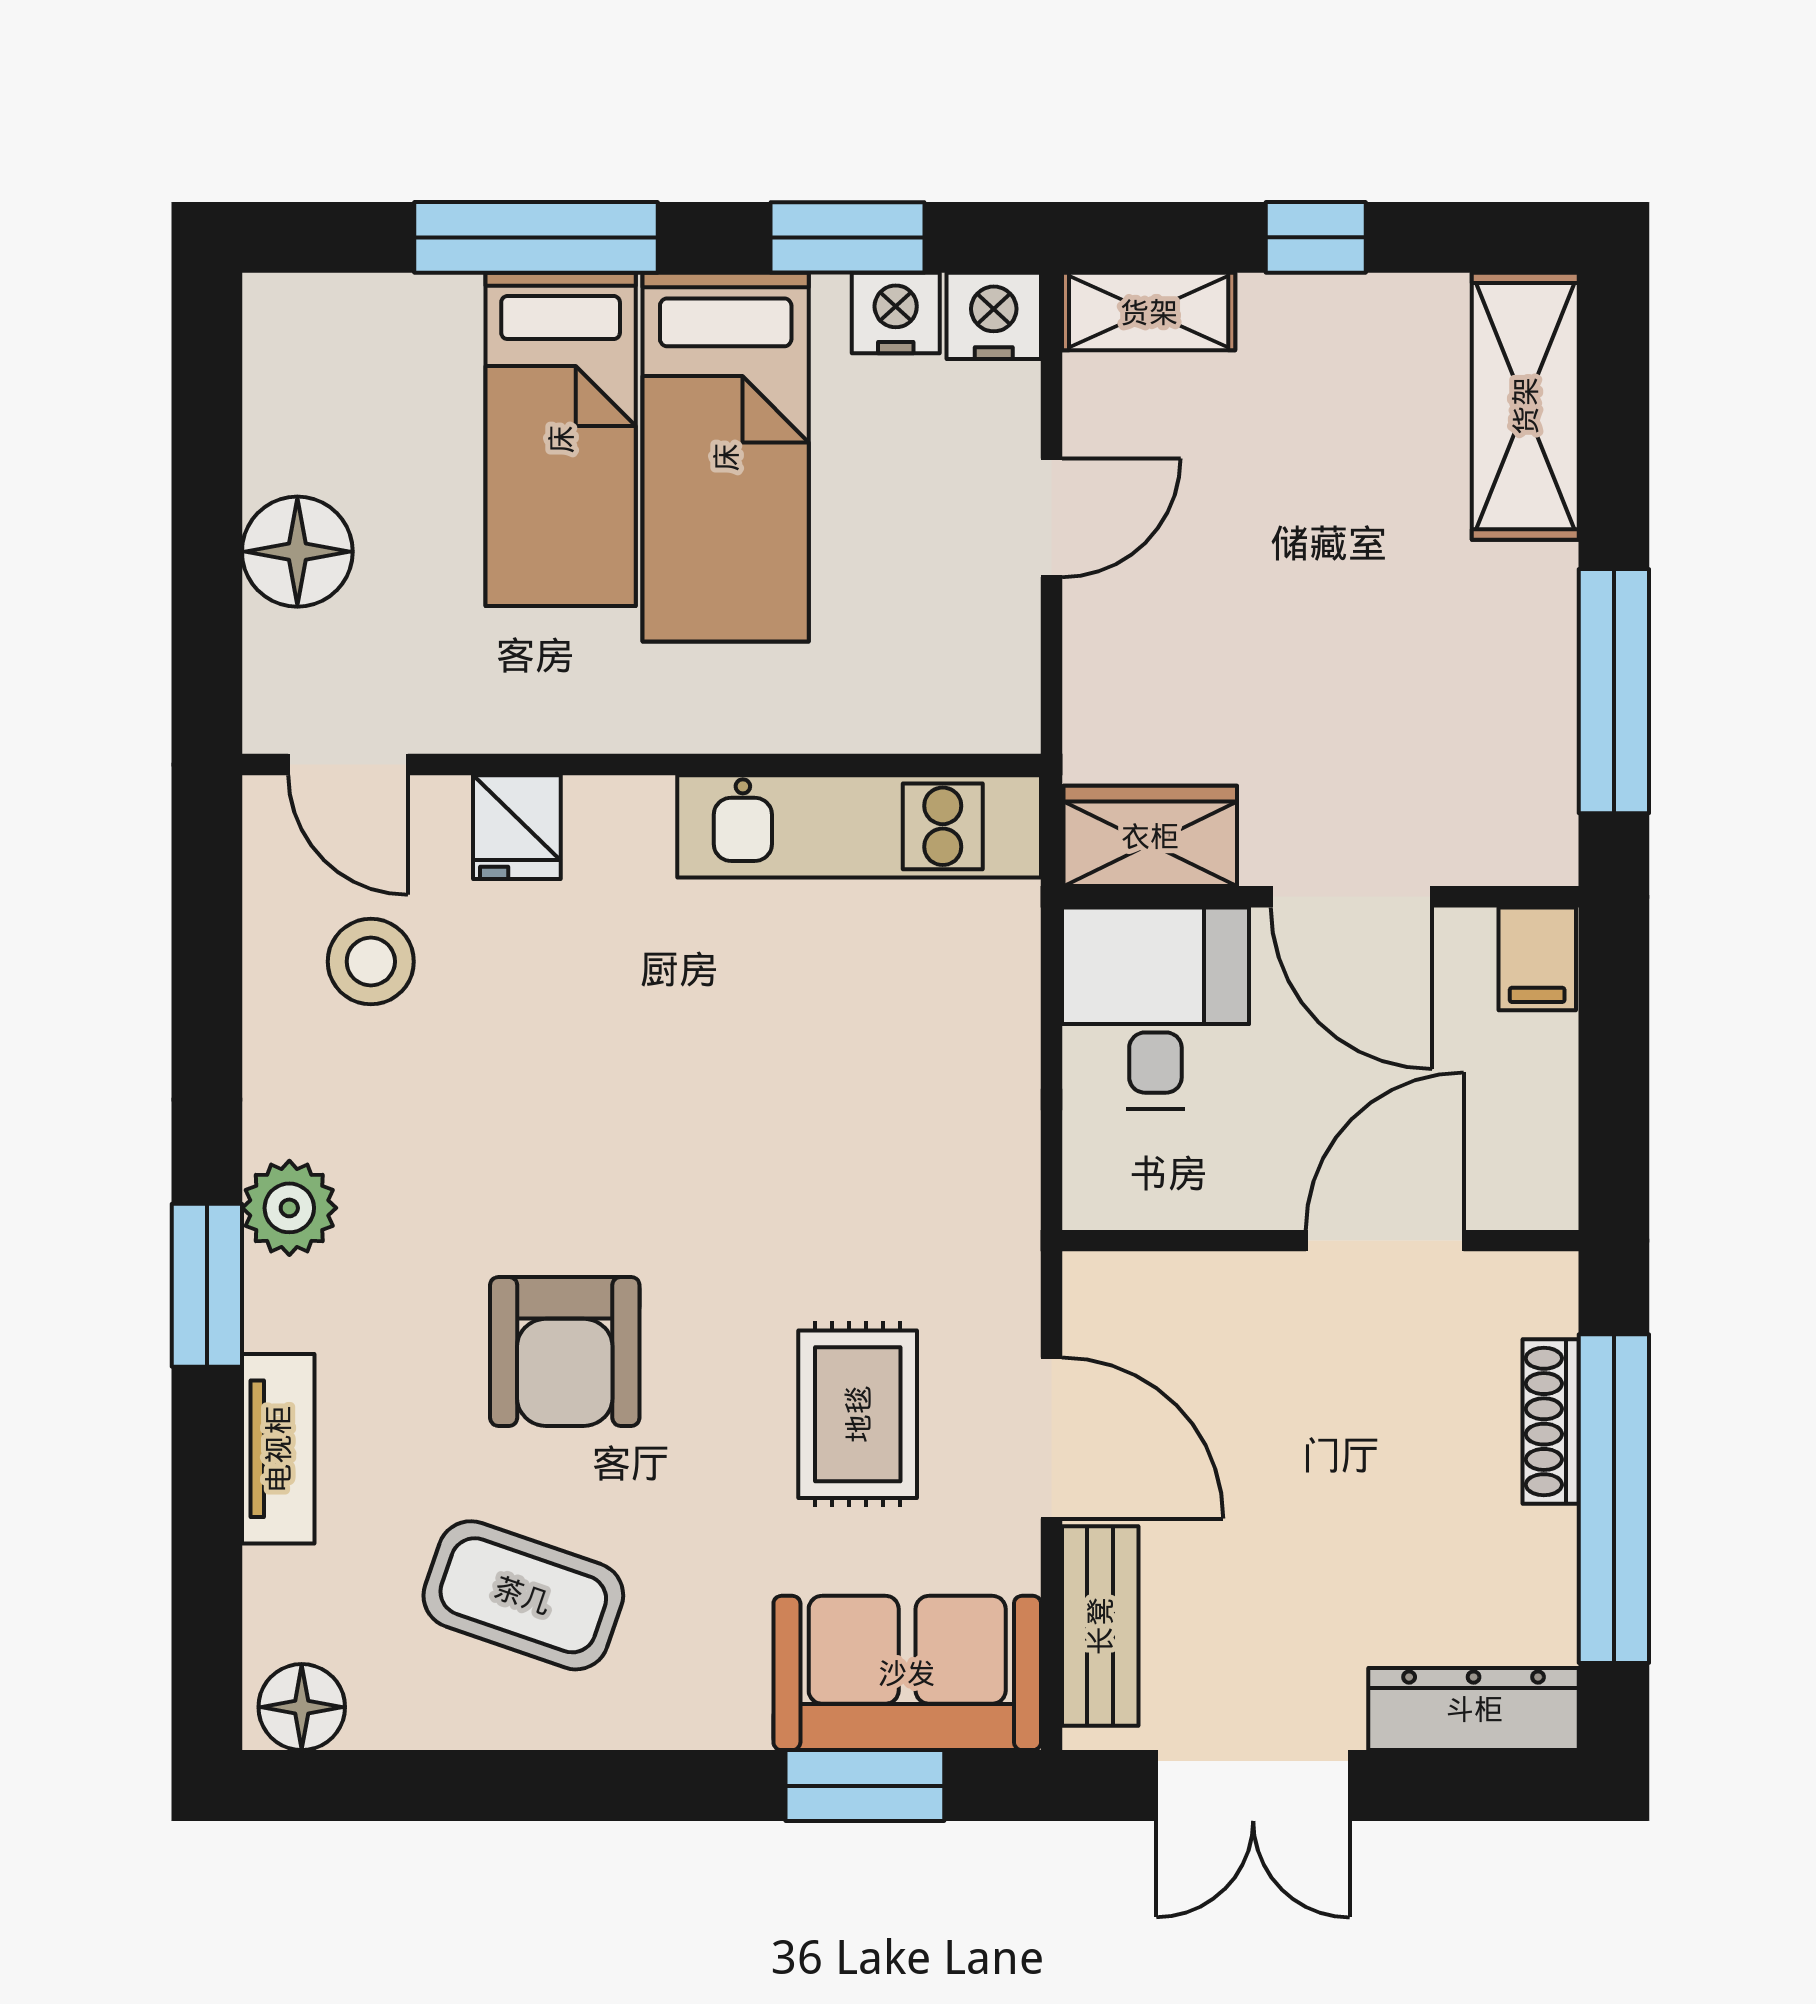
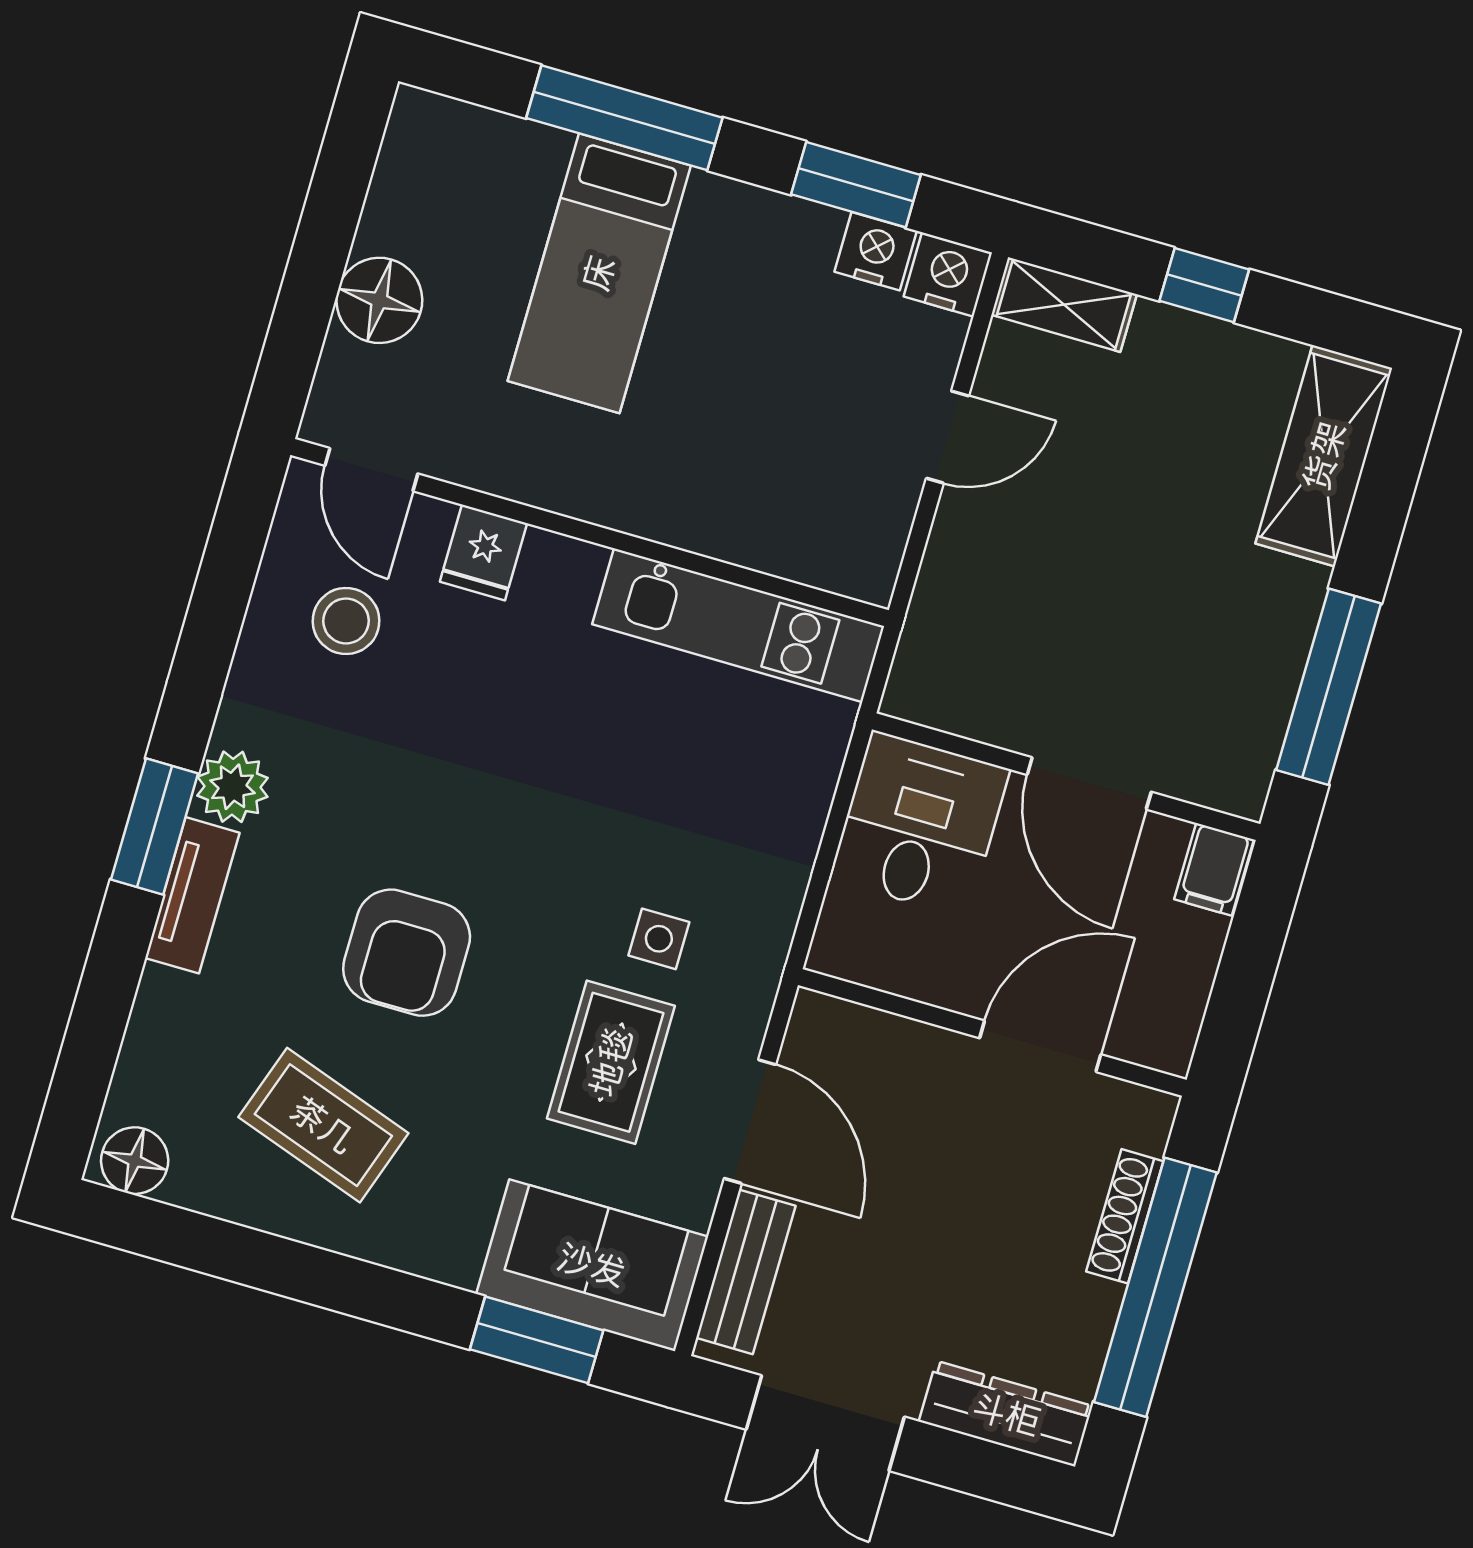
bed: (726, 457) -> (718, 322), removed
wardrobe: (1150, 836) -> (953, 695), removed
side table: (873, 1244) -> (659, 939), added
tv unit: (278, 1449) -> (192, 895), moved

